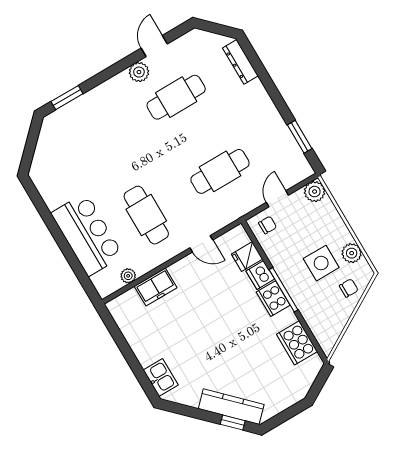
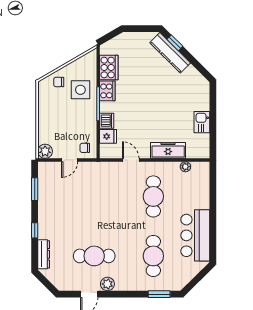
window: (269, 85) -> (35, 230), added
cafe table: (220, 171) -> (153, 256), moved, turned 90
bar counter: (87, 234) -> (195, 235), moved
plant: (352, 253) -> (45, 102), removed
side table: (321, 263) -> (80, 90), moved
freezer: (156, 287) -> (168, 150), width x1.40
cooker: (273, 299) -> (107, 91), moved
kitchen sink: (161, 377) -> (202, 122), moved

